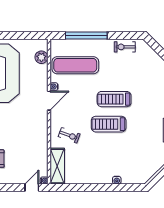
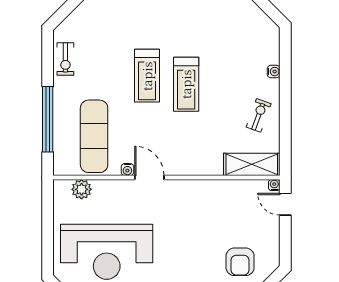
exercise bike: (69, 135) -> (259, 115), moved

